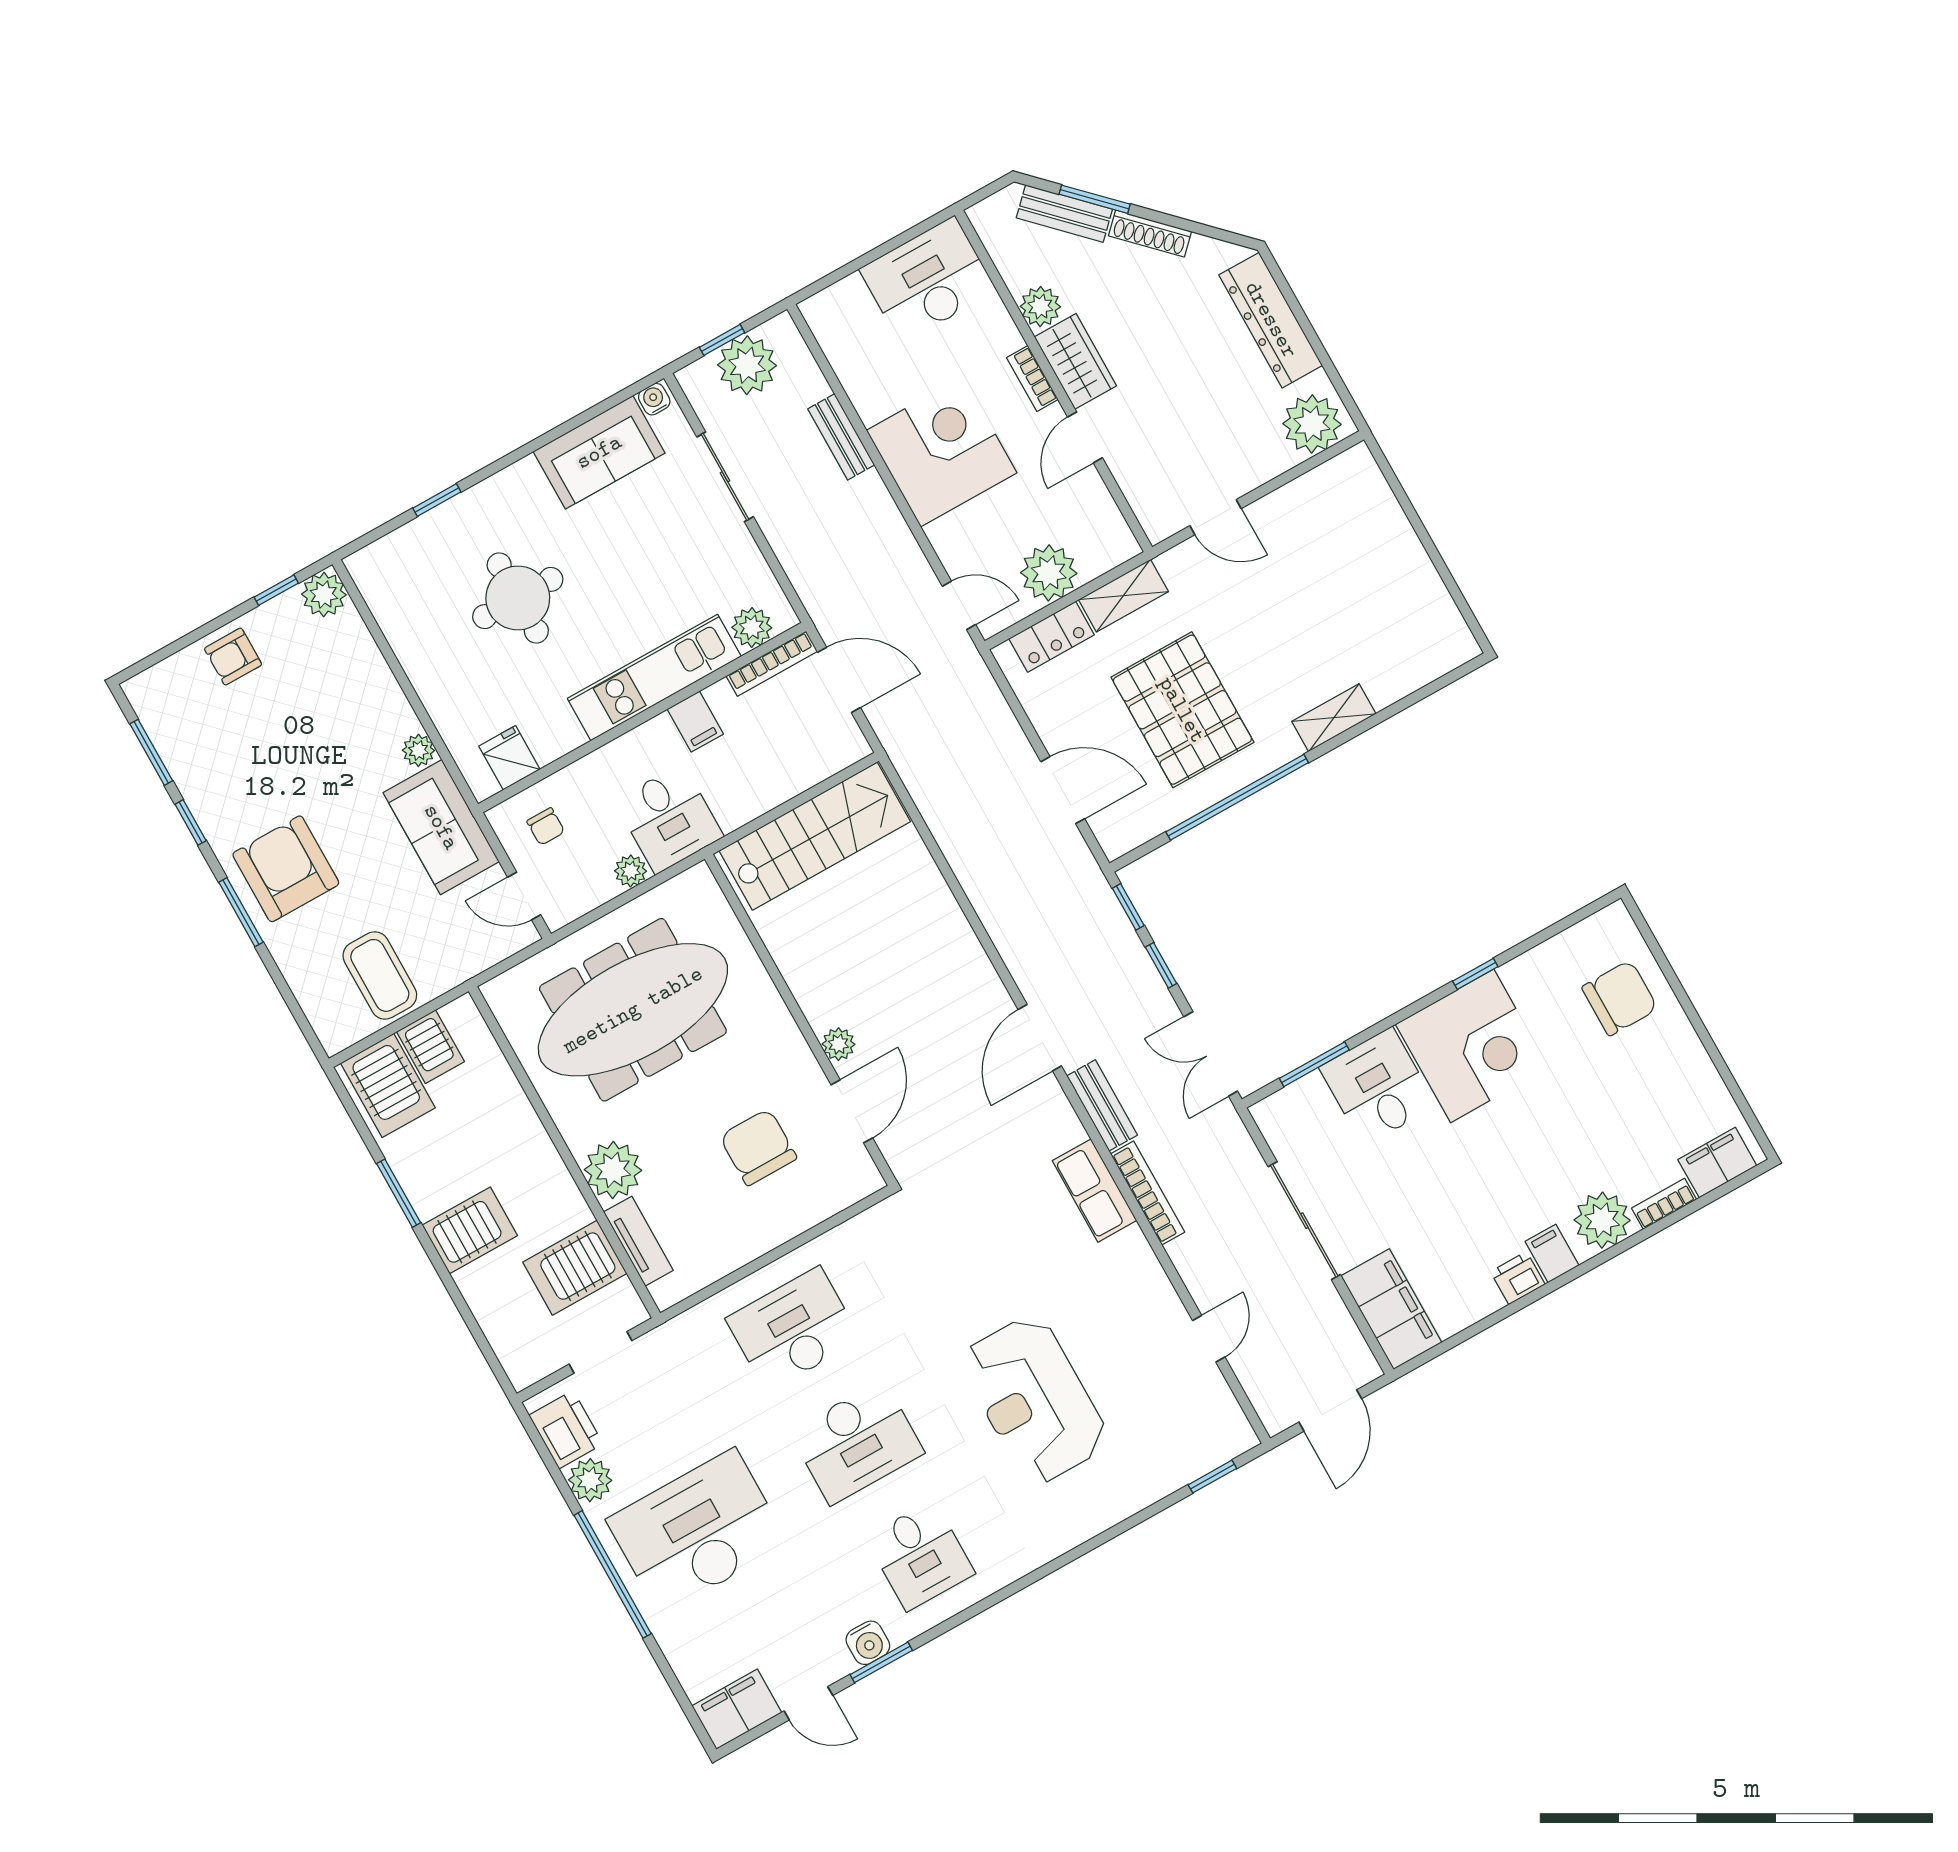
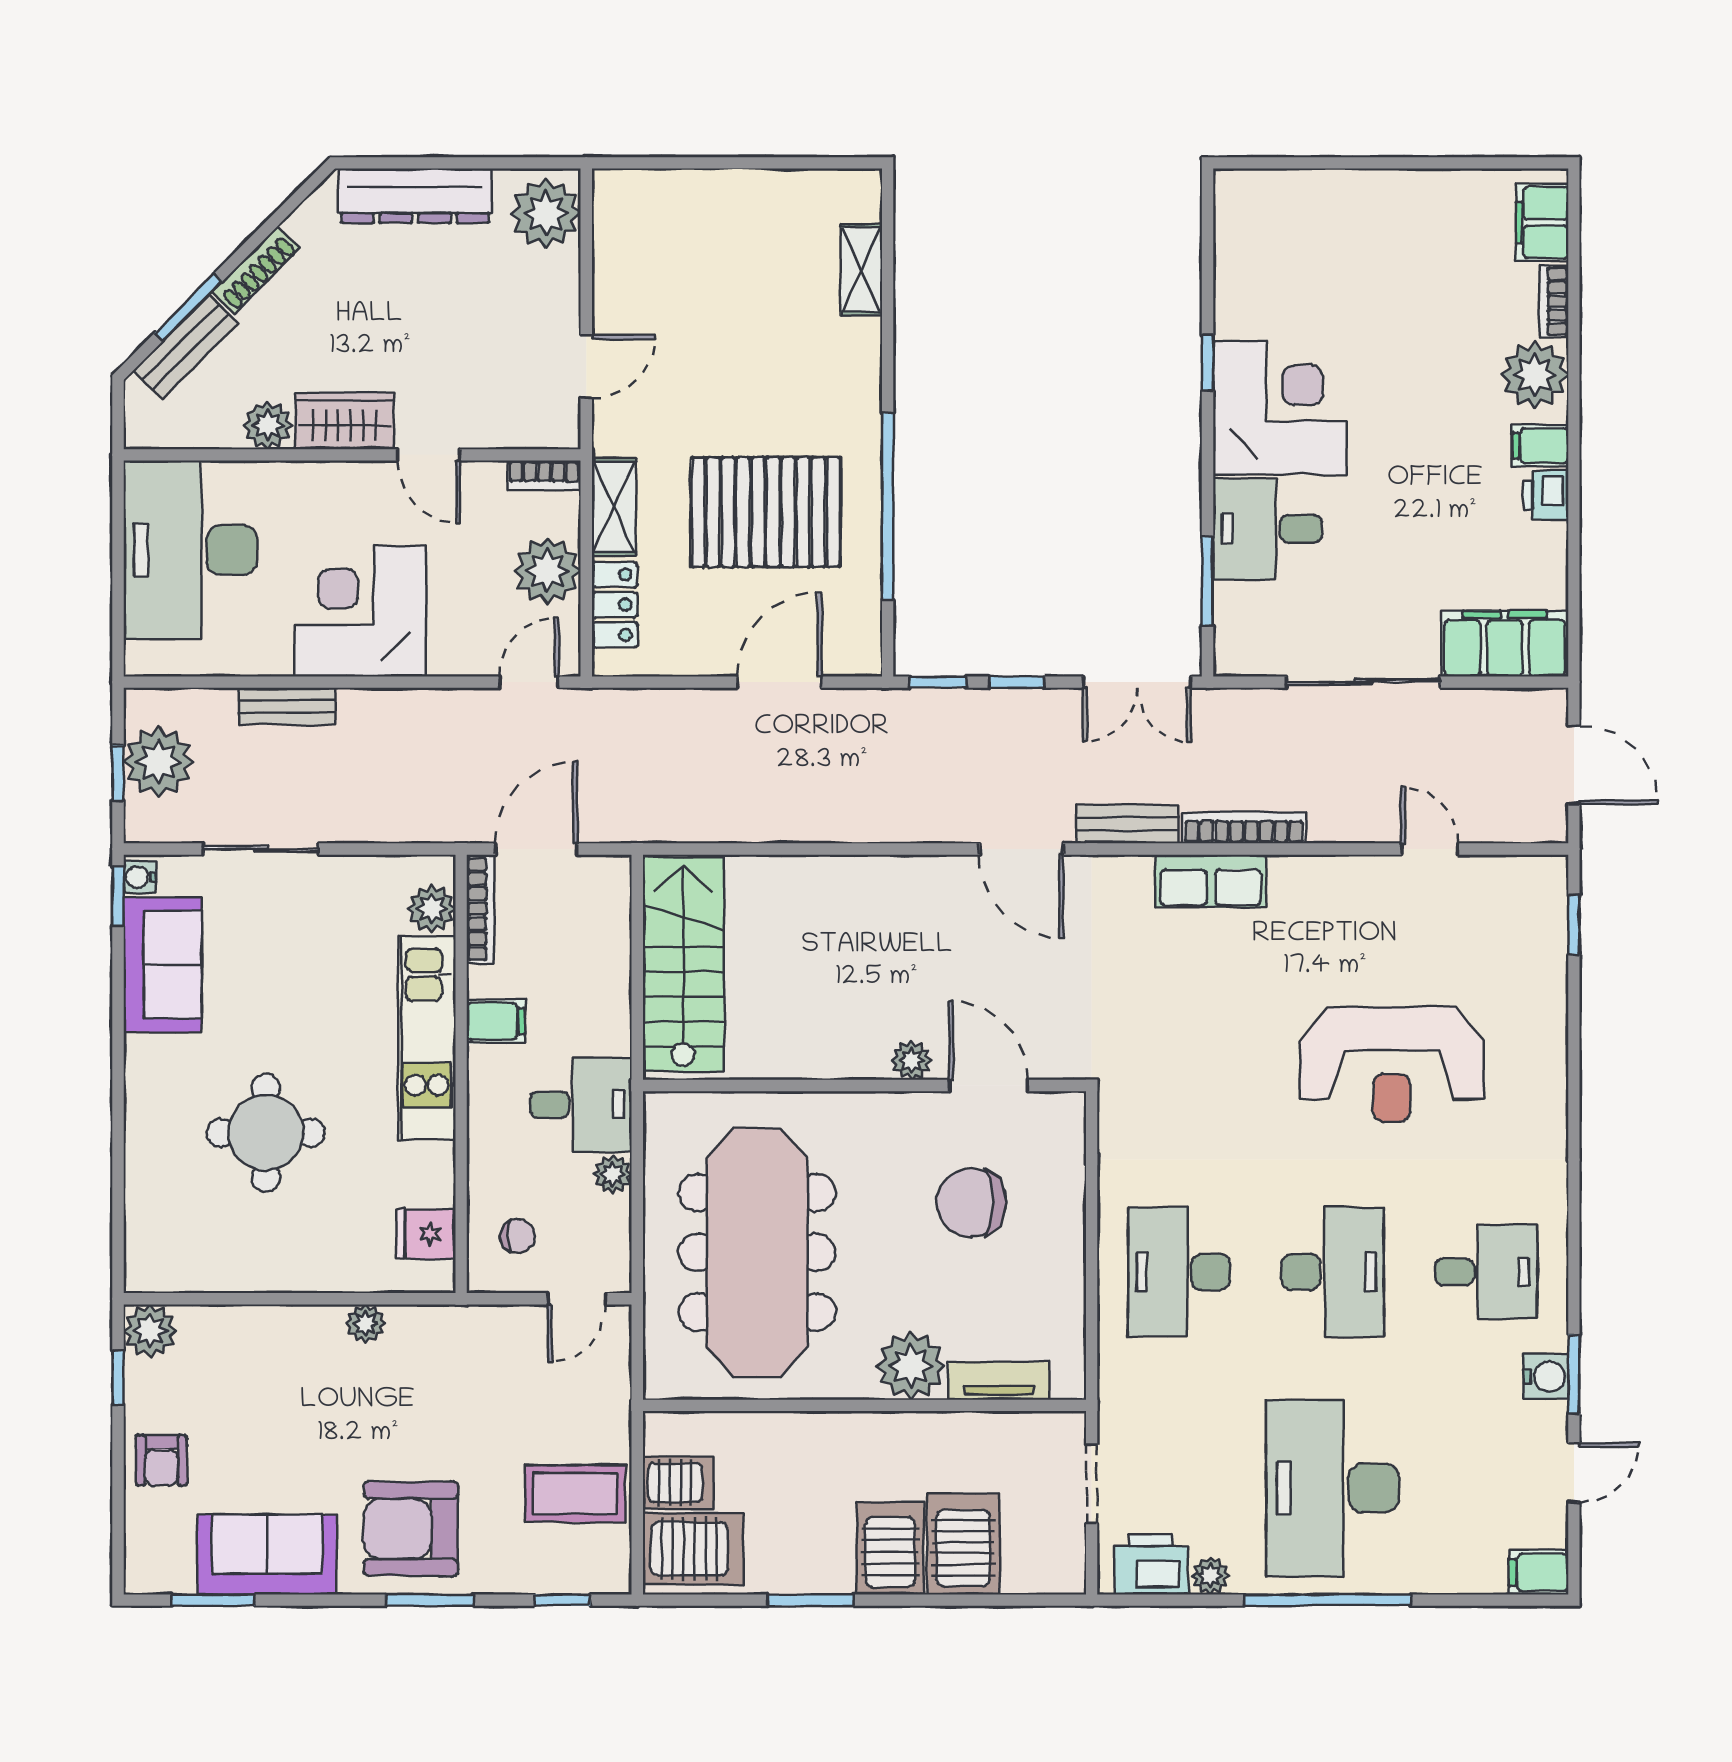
desk: (928, 280) -> (190, 550), width x1.36, depth x1.30
bookcase: (1032, 378) -> (544, 475), moved
window: (437, 500) -> (118, 896), moved
shelving: (1334, 718) -> (861, 270), moved
window: (191, 822) -> (562, 1600), moved
sofa: (441, 827) -> (267, 1554), moved, turned 180
chair: (1620, 998) -> (1316, 228), removed
server rack: (575, 1268) -> (963, 1544), moved, turned 180
plant: (590, 1480) -> (1210, 1576), width x0.73, depth x0.73
filing cabinet: (737, 1709) -> (1539, 1572), width x0.50

